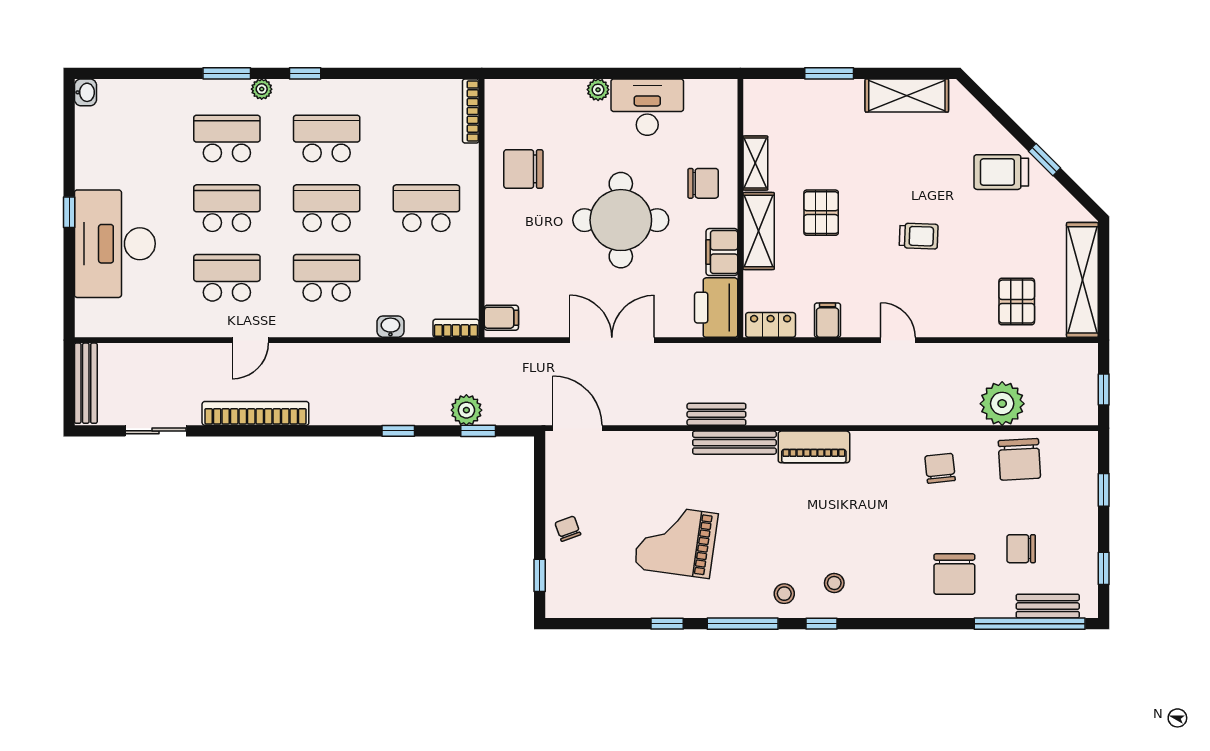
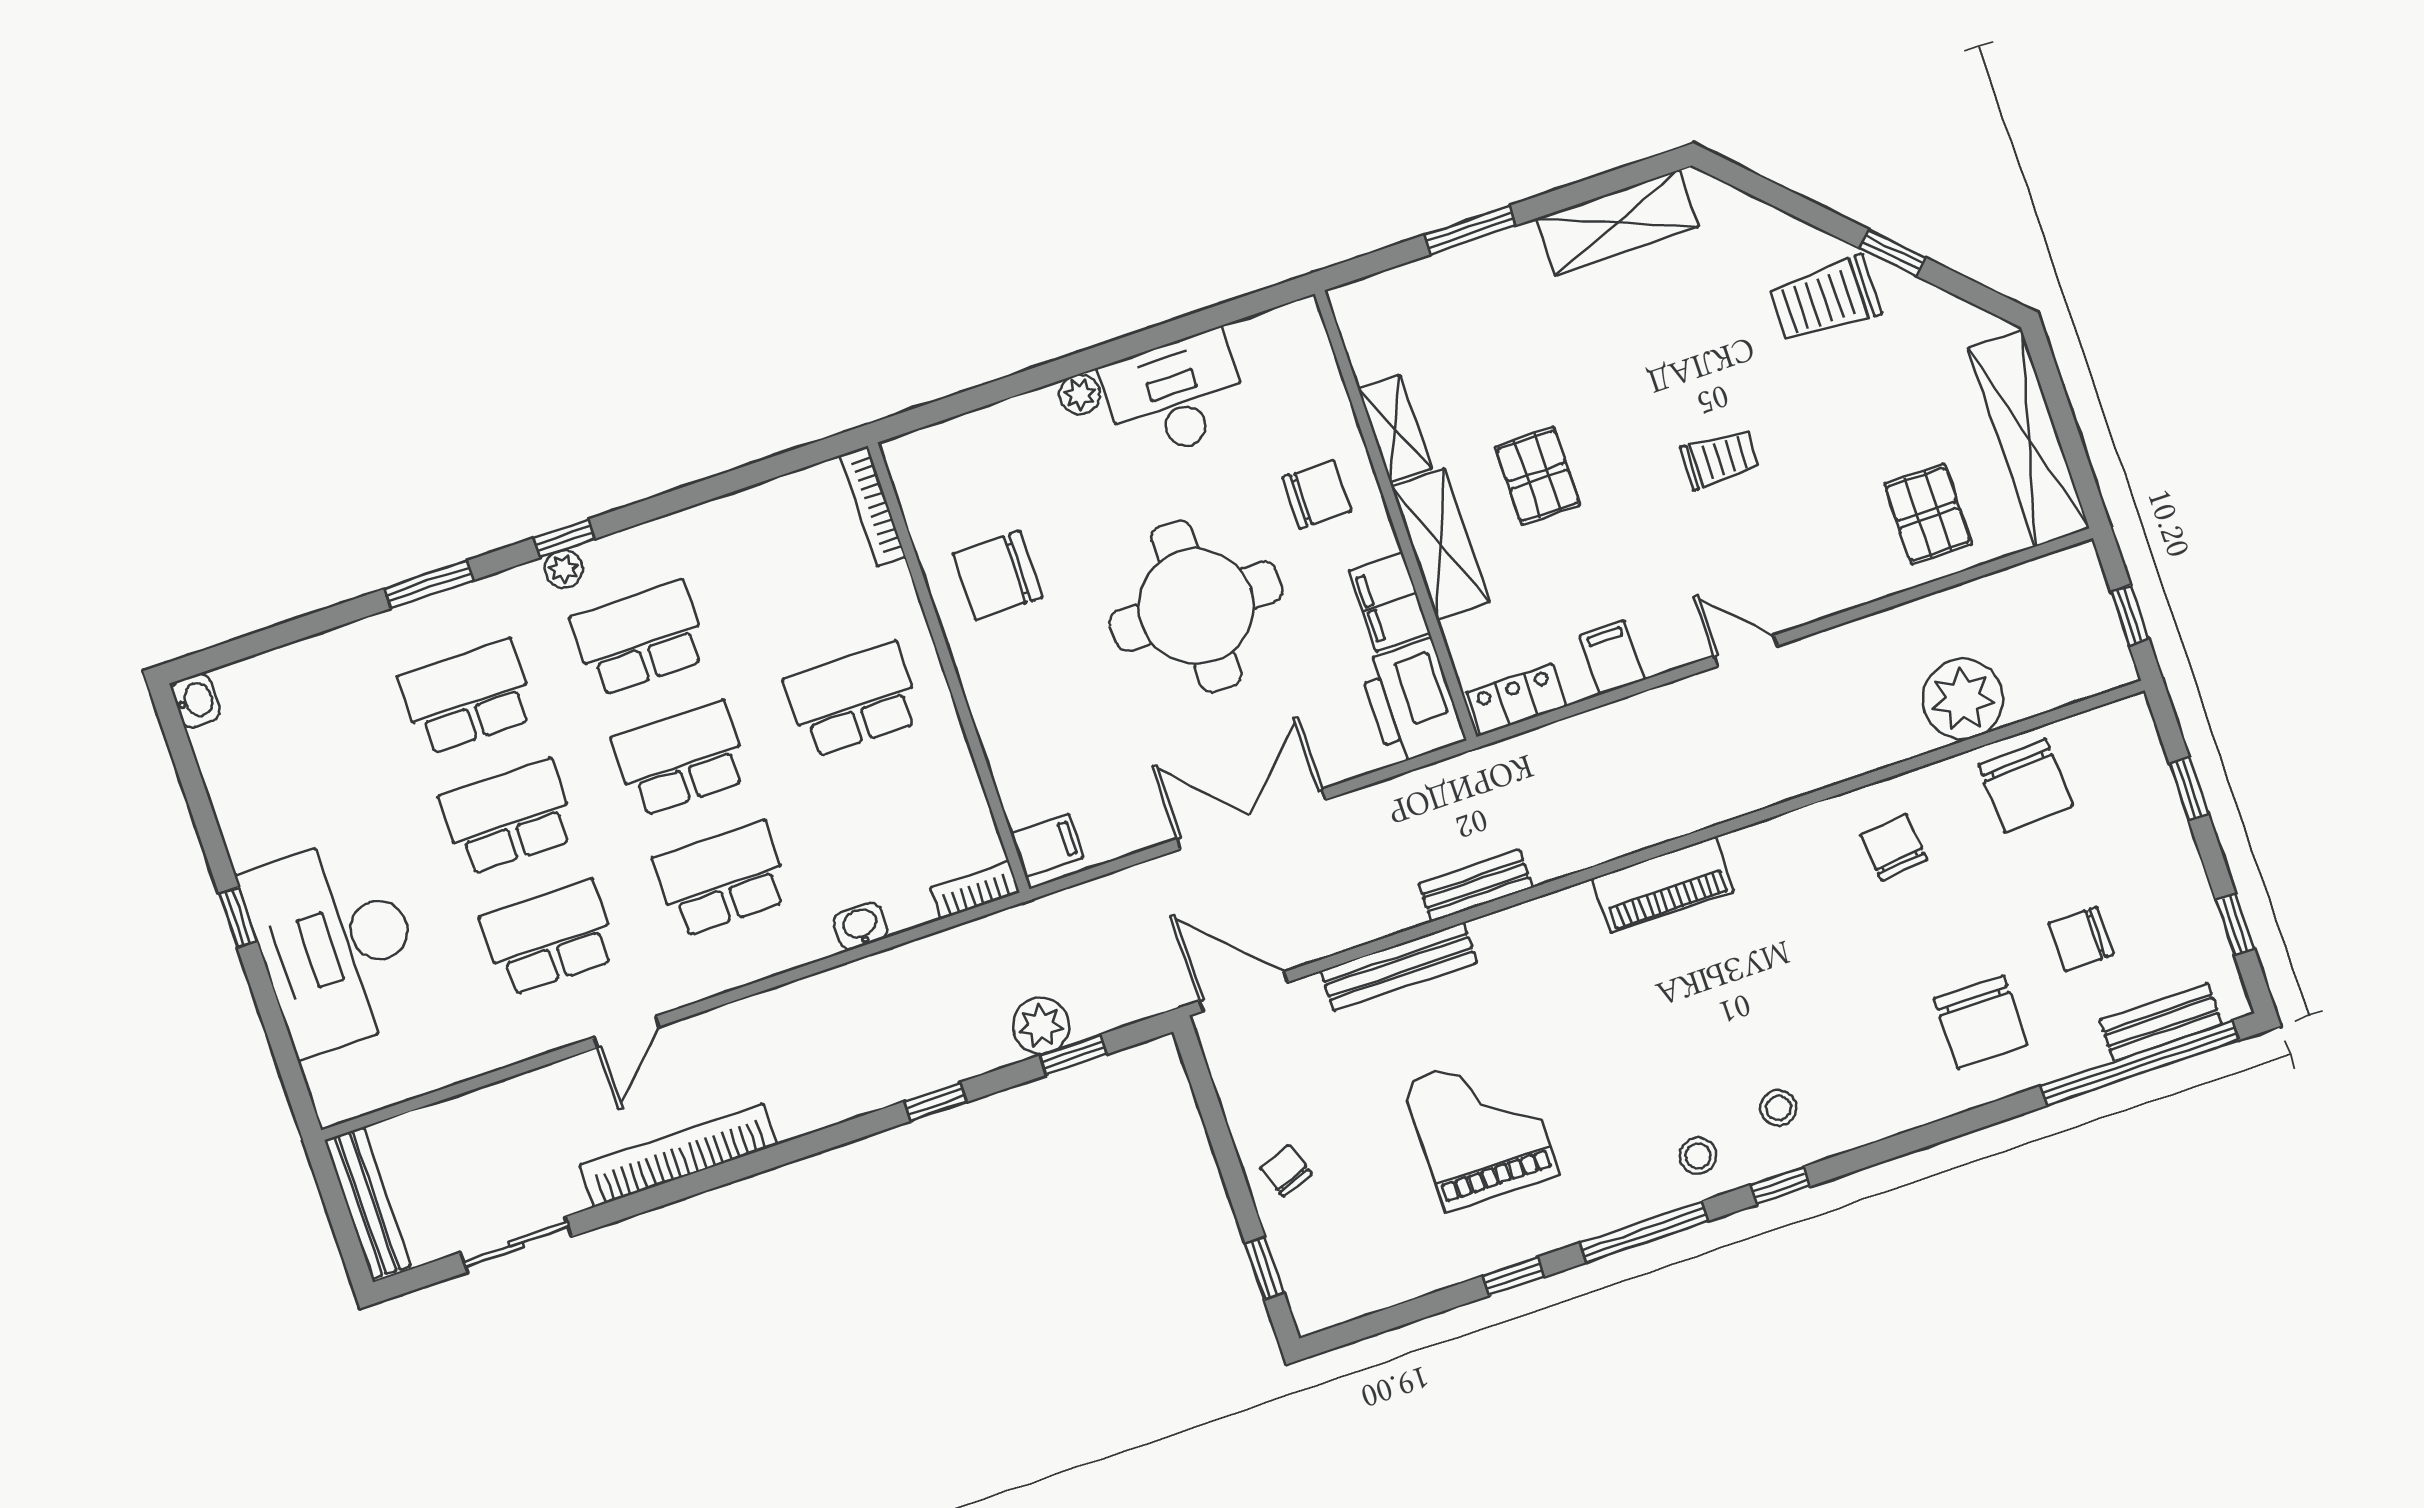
plant: (262, 89) -> (564, 569), moved
bench: (734, 443) -> (1398, 967), moved
grand piano: (676, 541) -> (1480, 1128), turned 82

